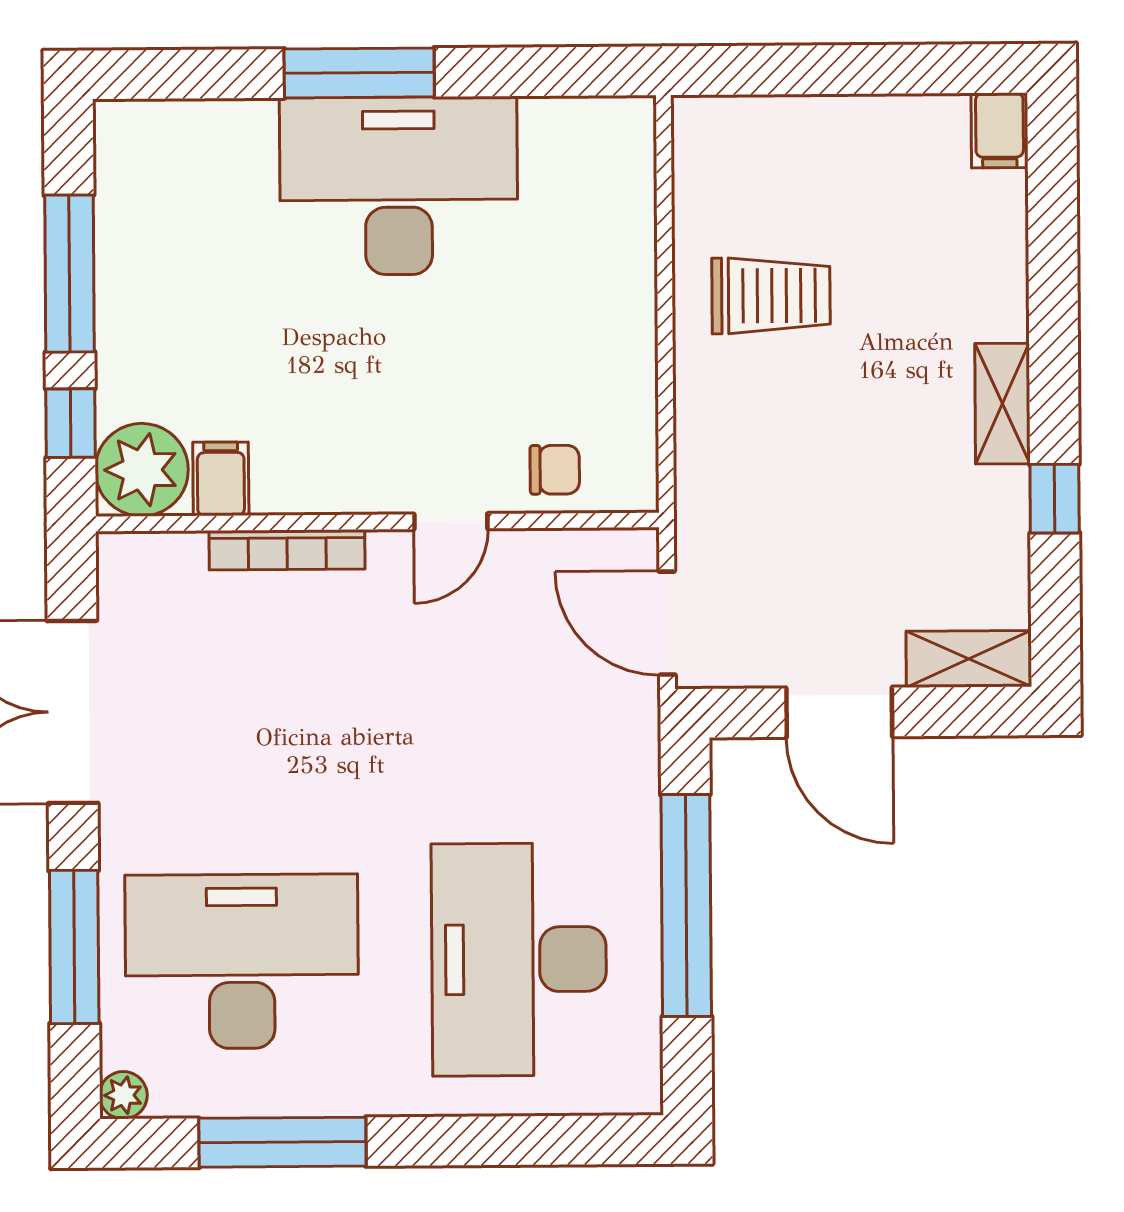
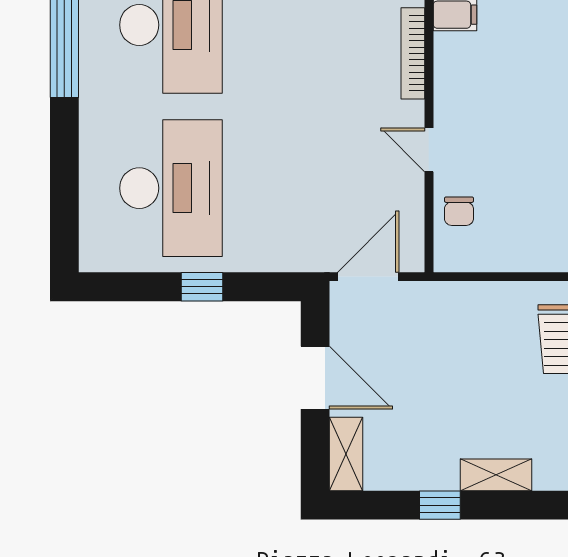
door: (839, 712) -> (315, 378), swing flipped
window: (686, 906) -> (202, 287), width x0.32
desk: (519, 959) -> (171, 188), turned 90

